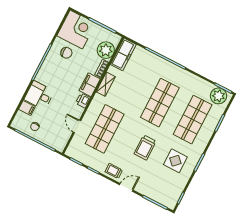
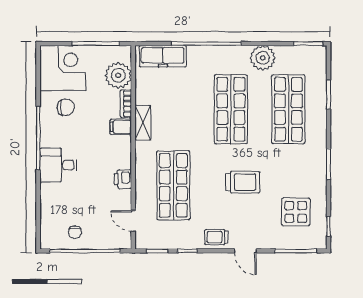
freezer: (123, 54) -> (163, 56), moved, turned 90
filing cabinet: (90, 85) -> (121, 127), width x0.50
desk: (39, 95) -> (58, 165), moved
plant: (218, 96) -> (263, 58), moved
printer: (83, 101) -> (123, 179), moved
filing cabinet: (27, 108) -> (51, 212), removed
door: (77, 126) -> (133, 221), moved
trolley: (145, 148) -> (243, 182), turned -90
display table: (175, 161) -> (296, 212), moved
door: (126, 187) -> (245, 251), swing flipped

